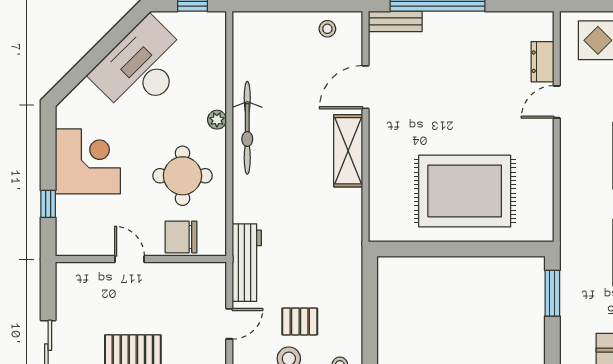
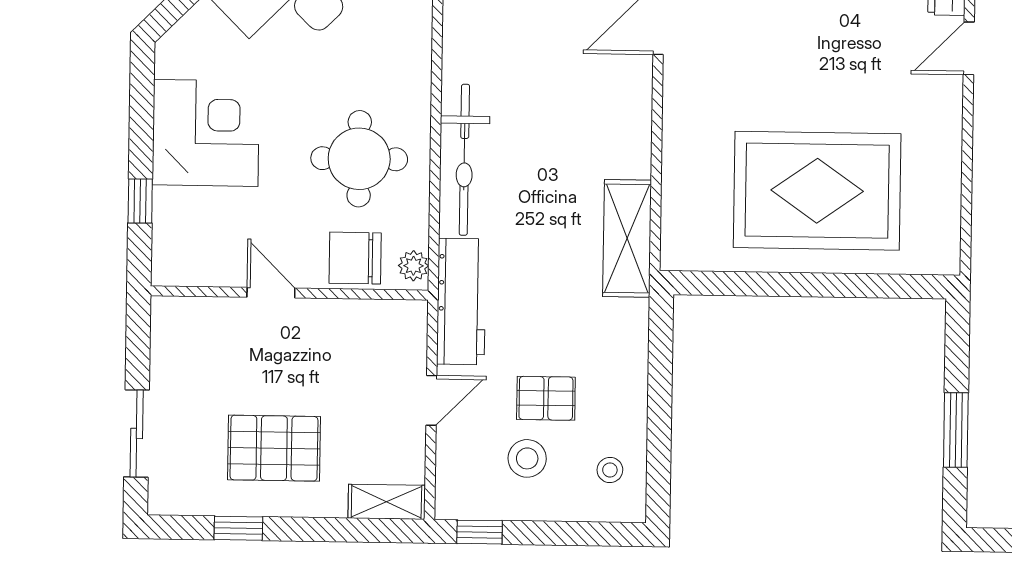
plant: (217, 120) -> (414, 266), moved
bicycle: (247, 128) -> (464, 160), moved
shelving: (348, 151) -> (627, 238), moved
window: (552, 293) -> (956, 430), moved

